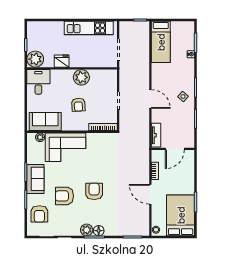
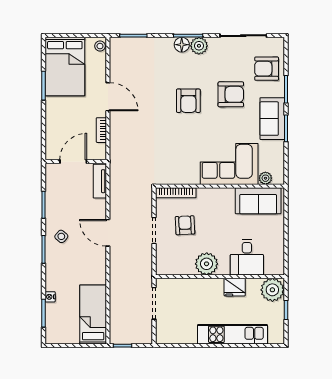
kitchen unit: (89, 28) -> (232, 334), moved
desk: (38, 82) -> (247, 257), moved
armchair: (78, 105) -> (185, 225), moved
armchair: (39, 214) -> (267, 69), turned -90

